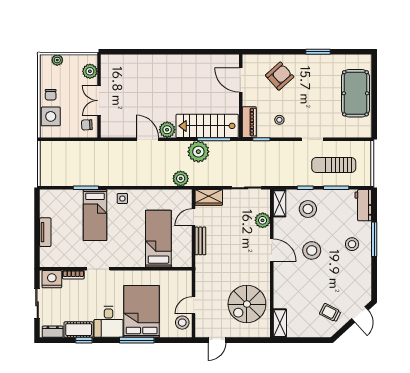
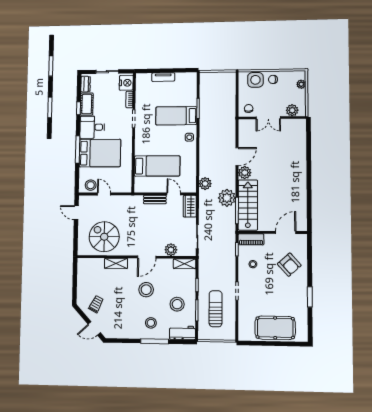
double door: (99, 101) -> (268, 118), swing flipped
stool: (308, 209) -> (177, 304), moved
shelving: (280, 323) -> (116, 263), moved

